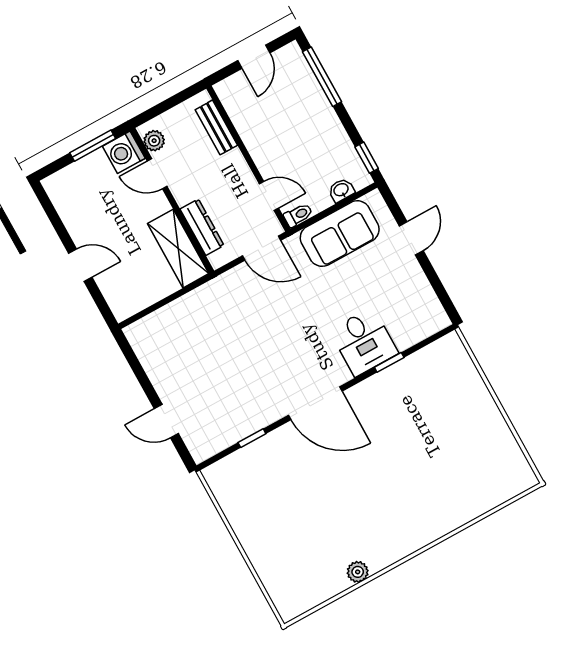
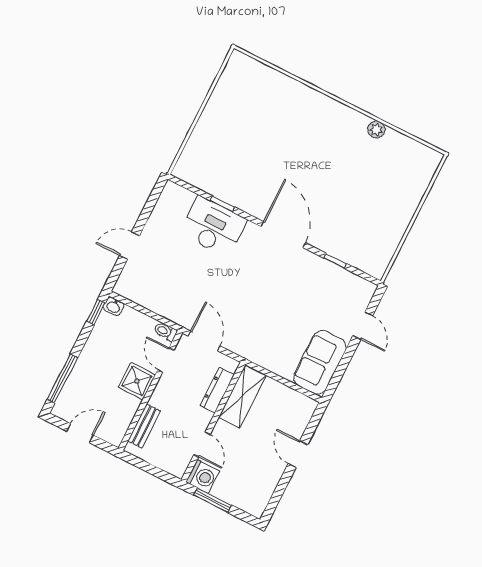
plant: (154, 141) -> (181, 461), removed
shower: (267, 151) -> (137, 381), added
washbasin: (341, 190) -> (114, 306), moved
sofa: (340, 234) -> (320, 362), moved, turned -90
desk: (364, 342) -> (213, 227), width x1.37

